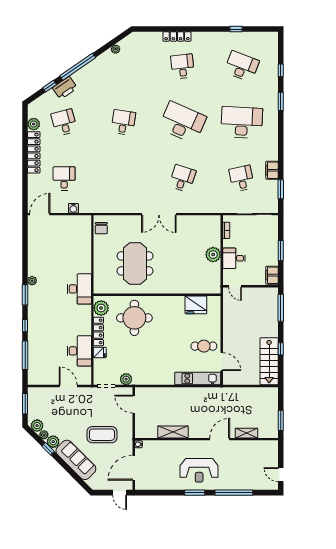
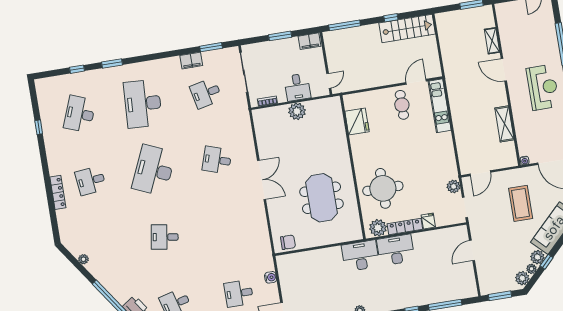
meeting table: (135, 263) -> (322, 198), turned 90
desk: (79, 351) -> (396, 250), moved

